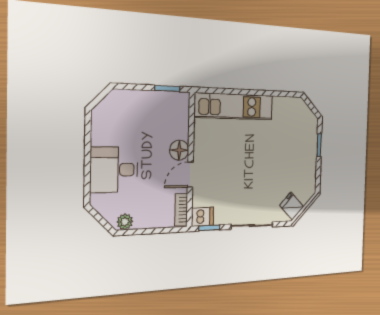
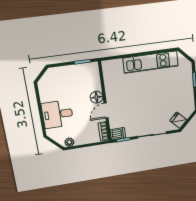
kitchen unit: (234, 106) -> (151, 62), moved

